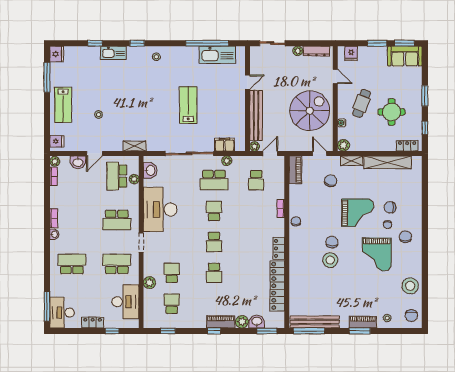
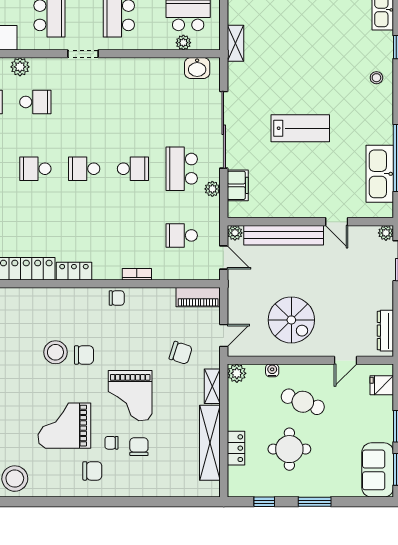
plant: (298, 51) -> (386, 233), moved
spiral stairs: (310, 111) -> (291, 320), width x0.73, depth x0.73
locker: (407, 146) -> (236, 448), moved
desk: (160, 209) -> (135, 84), removed

